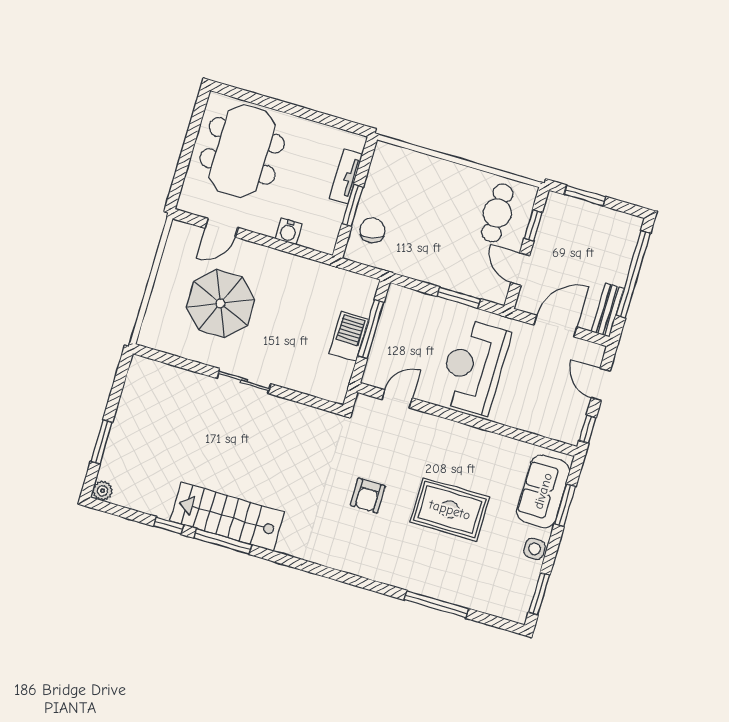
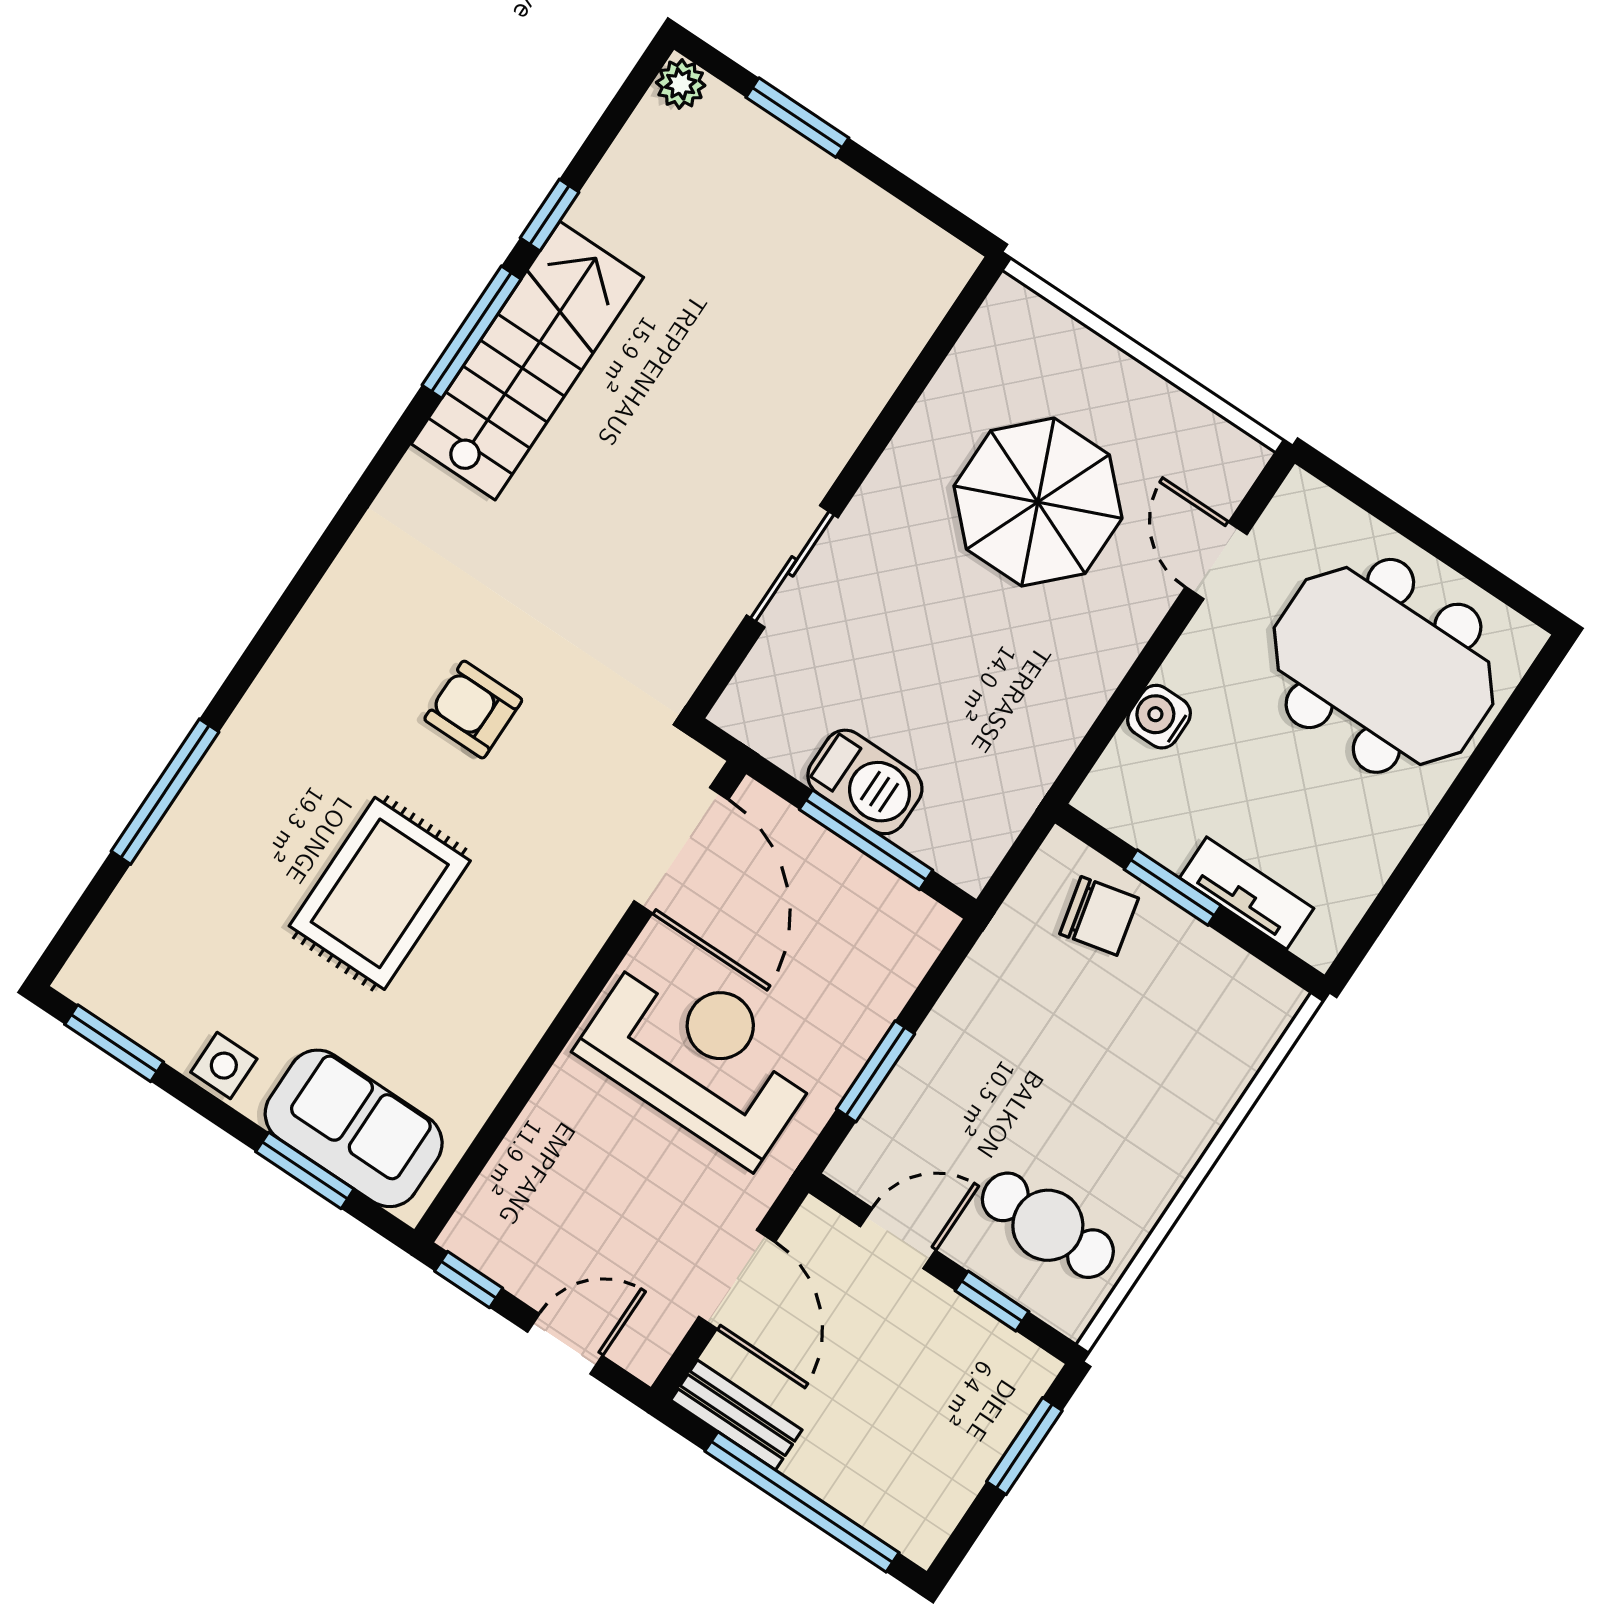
sliding door: (244, 381) -> (792, 566), moved
door: (397, 399) -> (681, 850), width x1.88

